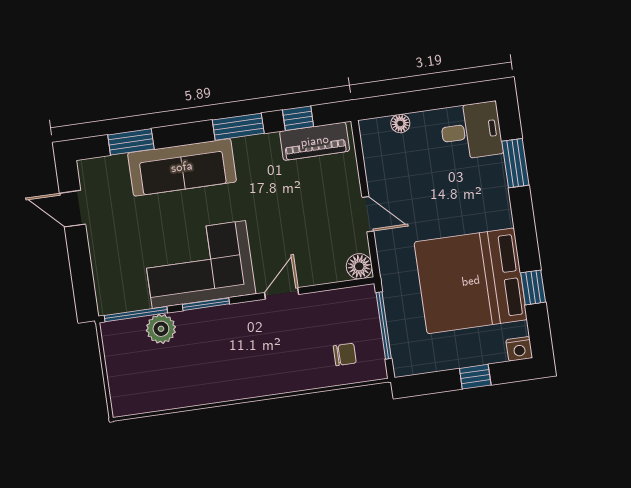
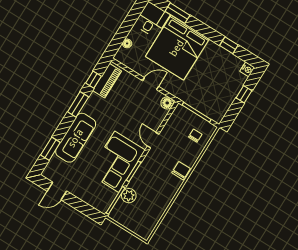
bed: (471, 281) -> (177, 48), moved
chair: (270, 378) -> (181, 171), added

